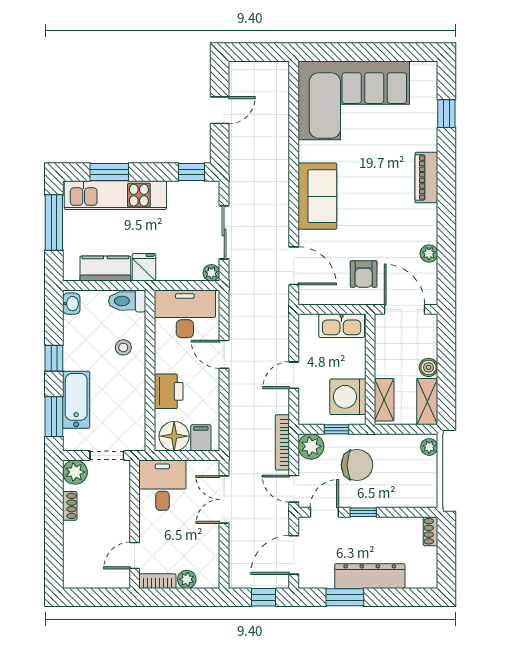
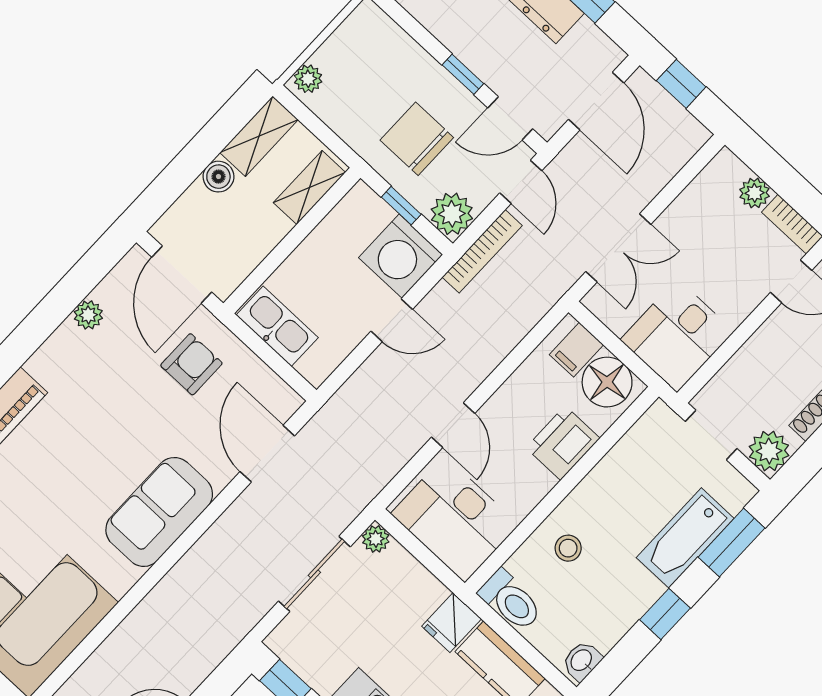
washing machine: (348, 397) -> (401, 256), moved, turned 90
door: (294, 555) -> (596, 101), hinge flipped

